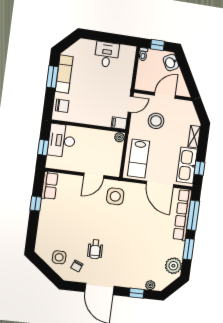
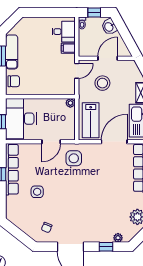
desk: (107, 55) -> (64, 32), moved, turned 90
filing cabinet: (119, 123) -> (68, 48), moved
desk: (62, 141) -> (21, 119), width x1.36, depth x1.30
door: (160, 184) -> (114, 142), swing flipped
row of seats: (50, 186) -> (12, 169), width x2.02
wheelchair: (95, 249) -> (62, 210), removed
side table: (59, 257) -> (37, 192), moved

